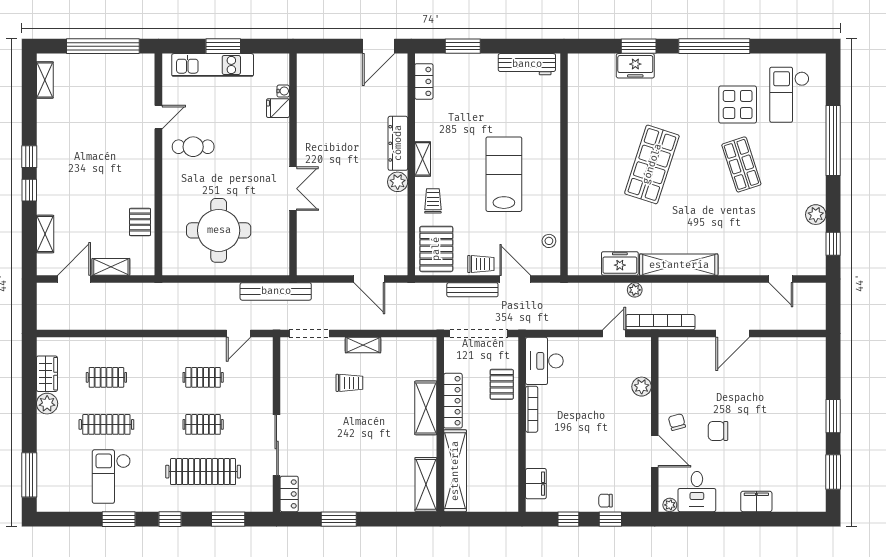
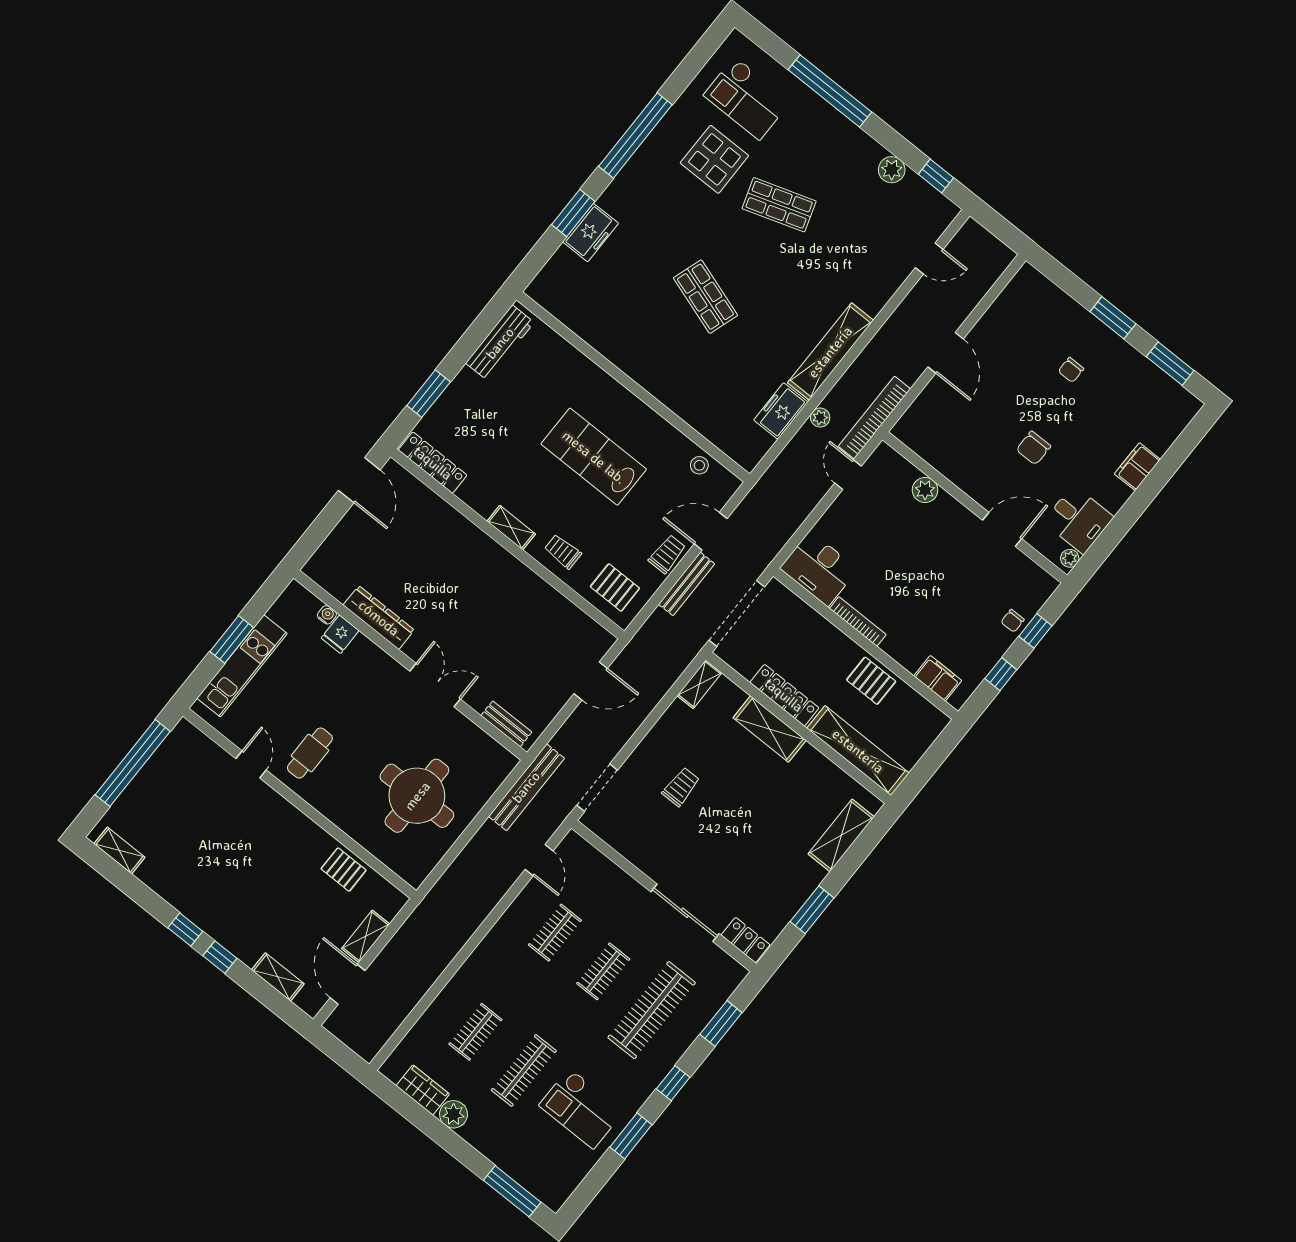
locker: (424, 81) -> (433, 463), width x1.53
dresser: (398, 143) -> (379, 618), moved, turned 180
shop shelf: (652, 164) -> (705, 297), width x0.70, depth x0.74
plant: (398, 182) -> (514, 572), removed
bench: (304, 249) -> (506, 724), added
pallet: (436, 249) -> (615, 587), width x0.67, depth x0.71
shelving: (363, 345) -> (699, 684), moved
pallet: (502, 384) -> (871, 681), moved
chair: (677, 422) -> (1071, 370), moved, turned -75
shelving: (426, 484) -> (841, 835), moved, turned 90

